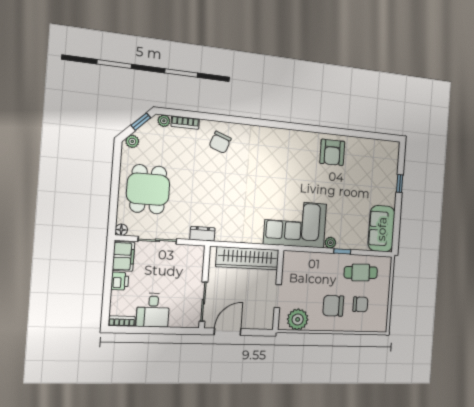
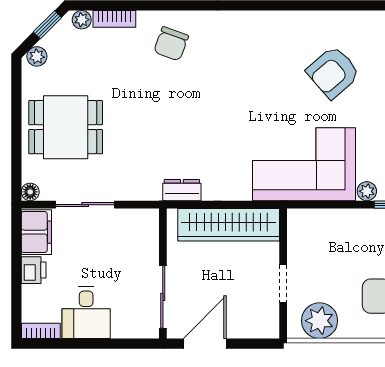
armchair: (332, 152) -> (333, 72), moved, turned 49
dining table: (148, 189) -> (66, 127), turned 90
dresser: (202, 234) -> (182, 190), moved

